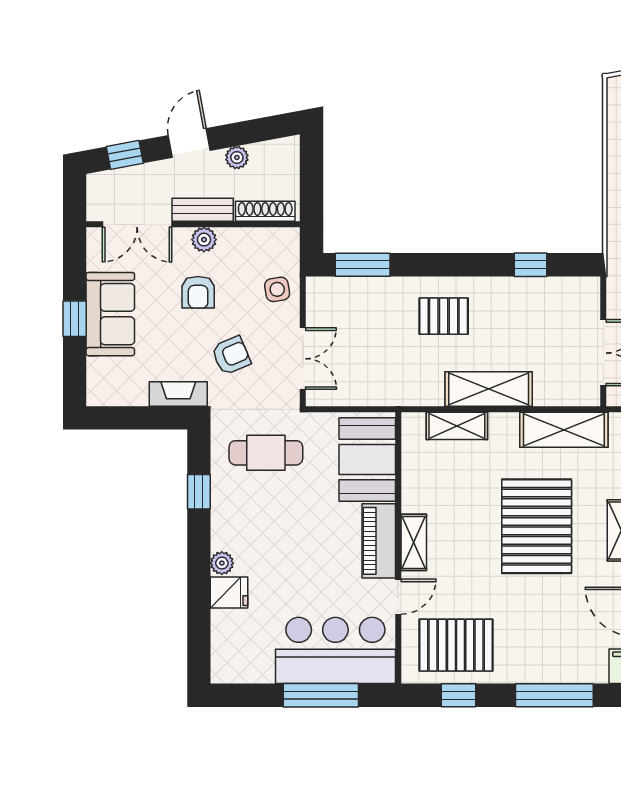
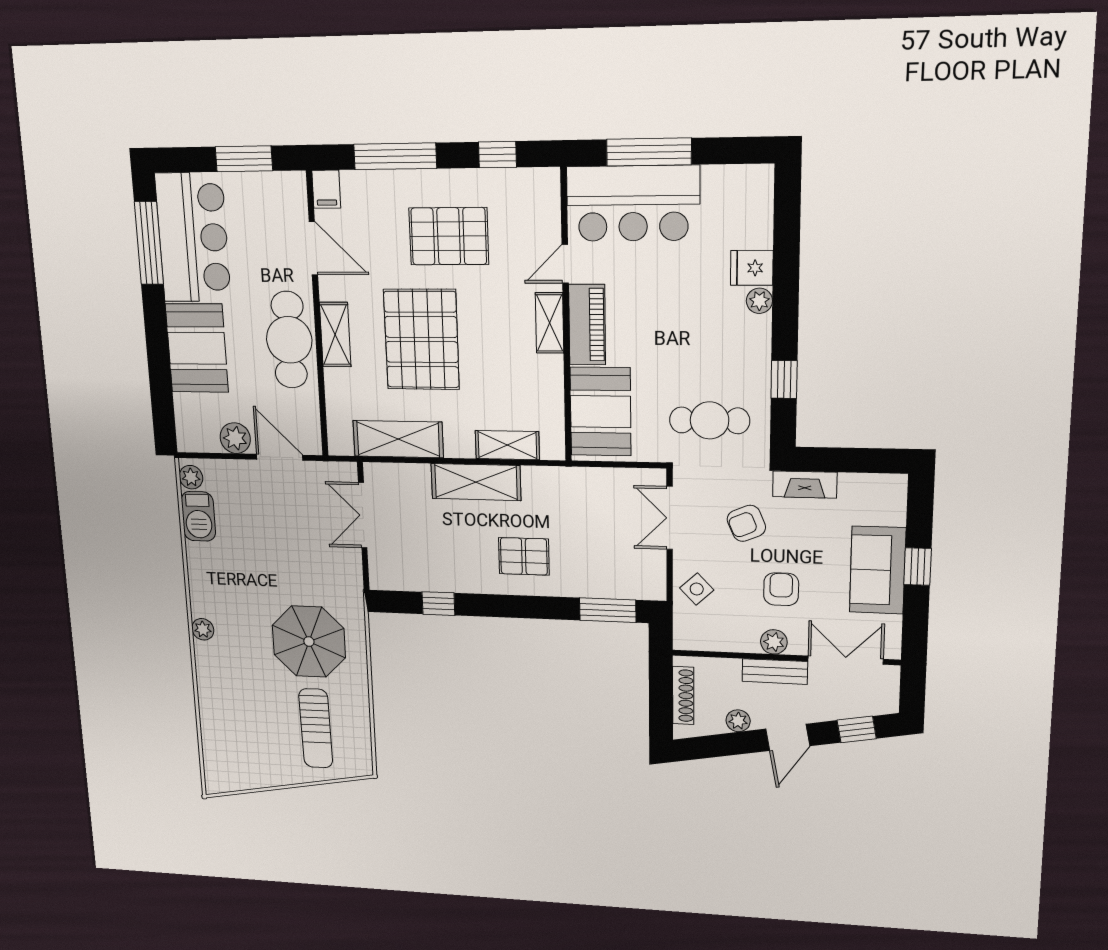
shoe rack: (265, 211) -> (683, 696), moved, turned -90
side table: (277, 289) -> (697, 589), turned -34
pallet: (456, 645) -> (449, 236), moved

